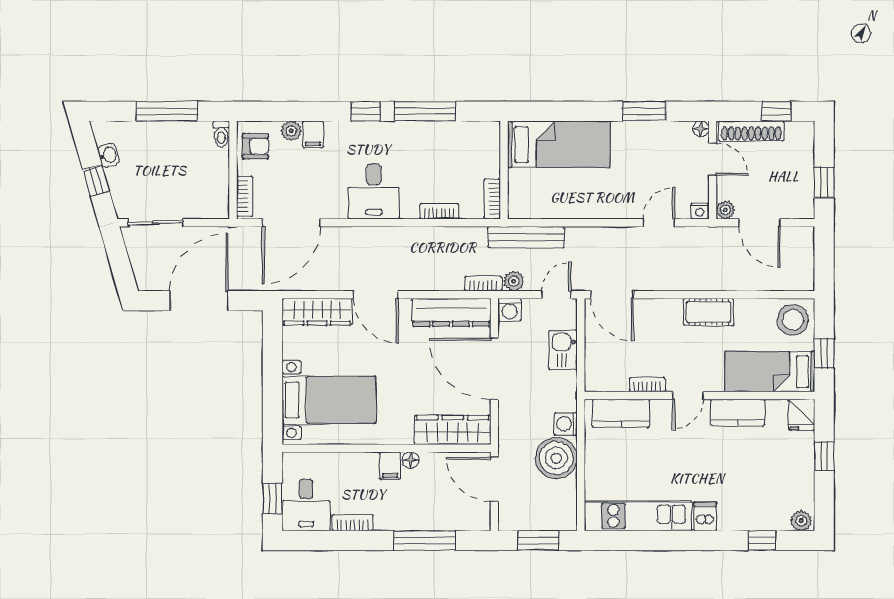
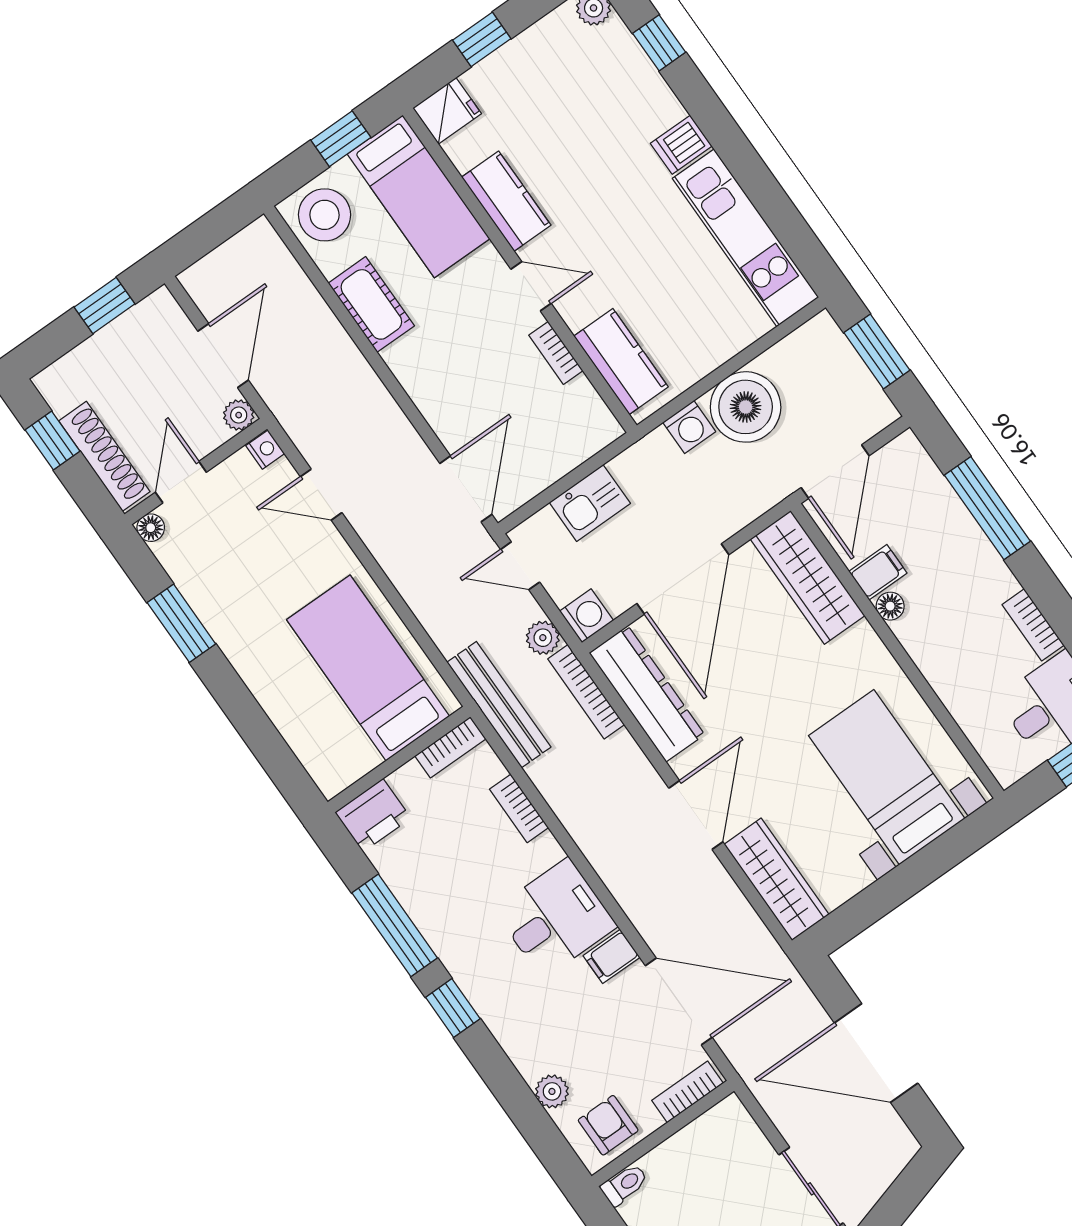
filing cabinet: (313, 134) -> (612, 956), moved, turned 180
printer: (486, 138) -> (373, 815), added
bed: (559, 144) -> (368, 668), moved
bench: (526, 237) -> (499, 705), moved
bookcase: (483, 284) -> (586, 692), width x1.56
cot: (708, 312) -> (371, 304), moved
filing cabinet: (390, 466) -> (878, 572), moved

